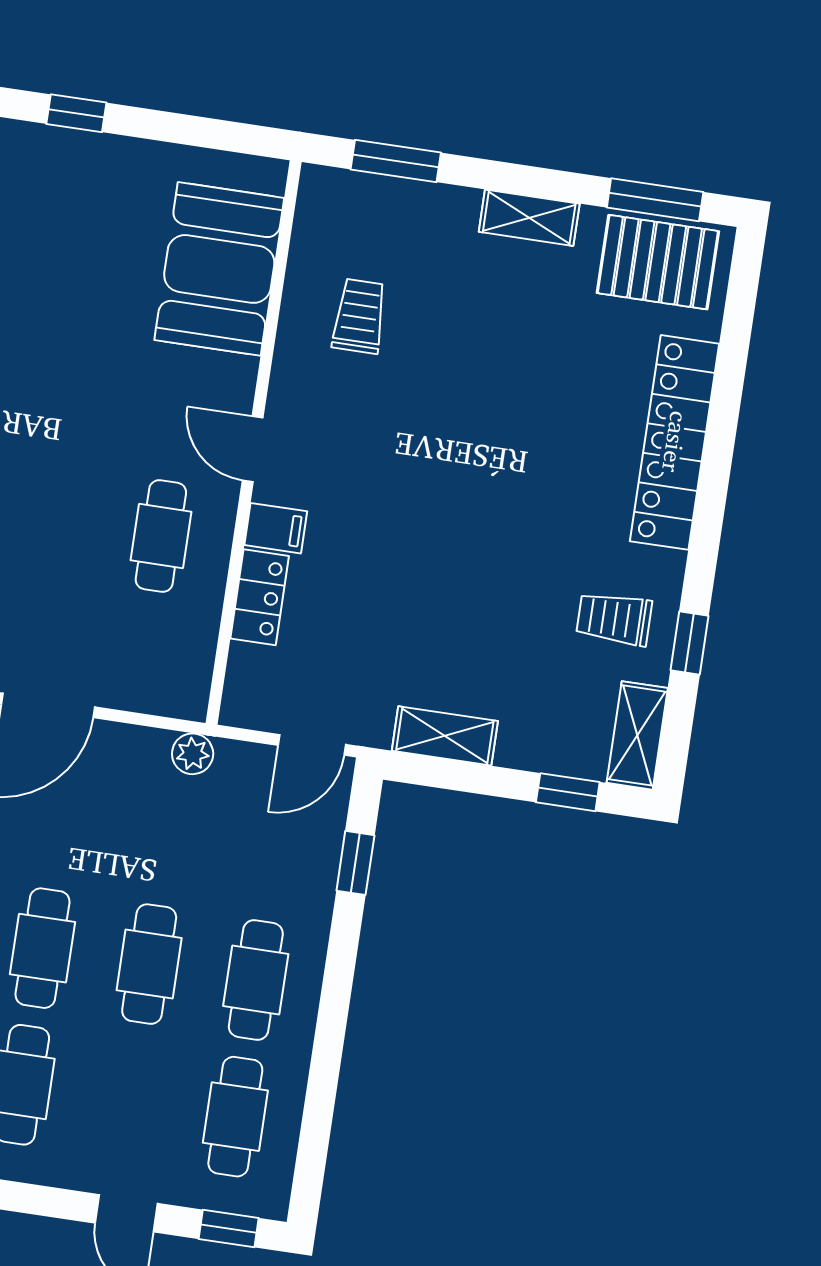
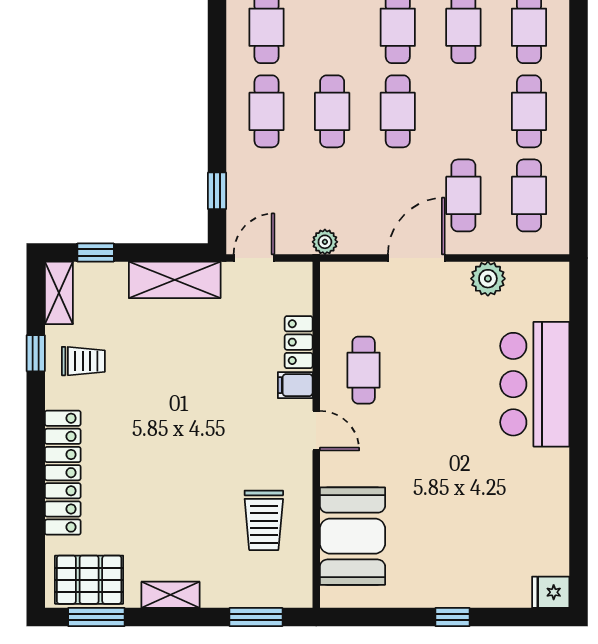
trolley: (360, 316) -> (264, 520), width x1.36, depth x1.39
shelving: (445, 736) -> (175, 280), width x1.50, depth x1.33

